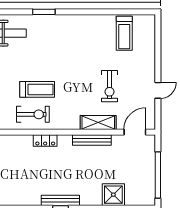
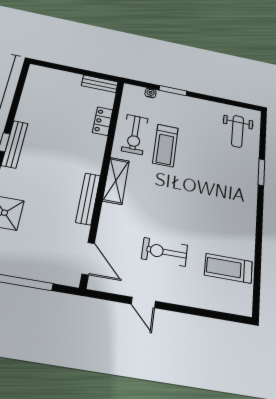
exercise bike: (110, 86) -> (165, 252), moved
shelving: (98, 123) -> (116, 181), moved
locker: (45, 140) -> (103, 121), moved

